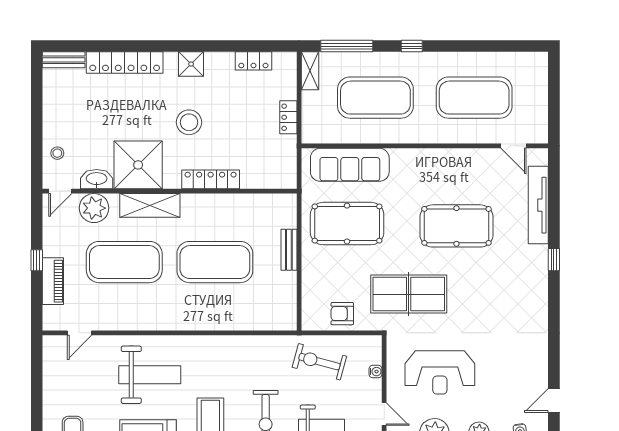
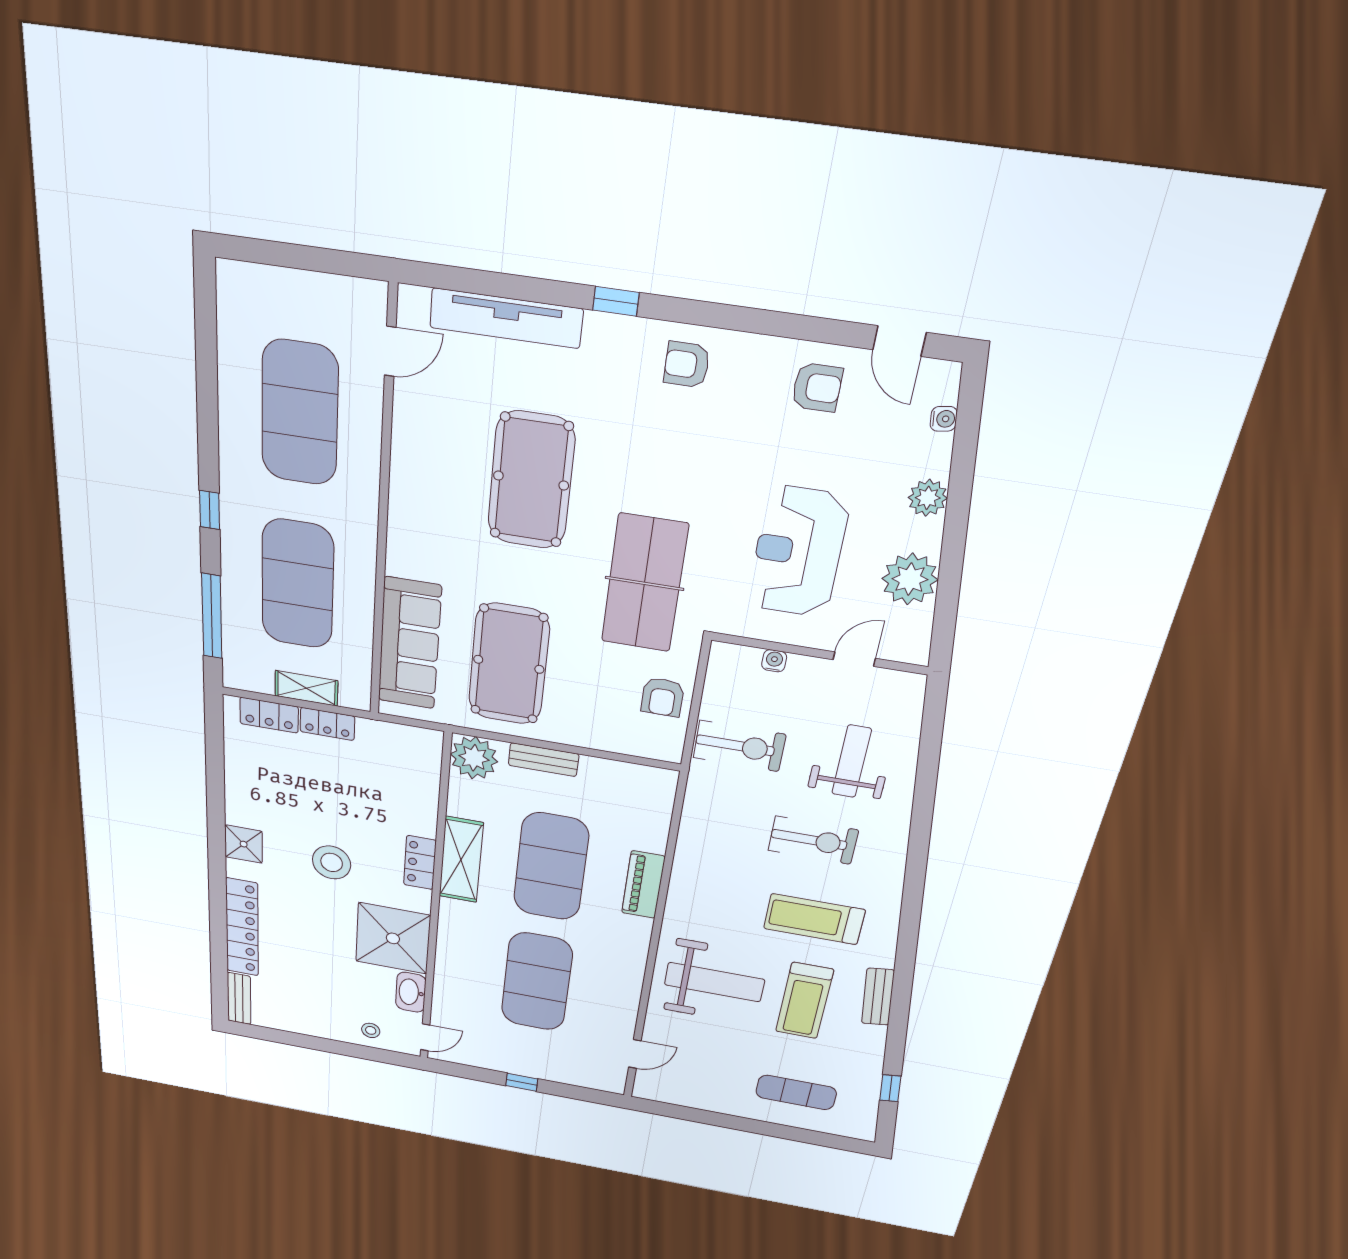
locker: (253, 61) -> (269, 715), moved, turned 90
shelving: (310, 71) -> (306, 688), moved
locker: (211, 179) -> (420, 863), width x0.66
door: (60, 191) -> (425, 1037), hinge flipped
shelving: (150, 205) -> (461, 860), moved
plant: (94, 208) -> (474, 758), moved
piano: (53, 281) -> (643, 885), moved, turned -90
armchair: (528, 299) -> (687, 365), added
door: (80, 333) -> (635, 1054), hinge flipped
exercise bike: (319, 362) -> (739, 746), turned -105
armchair: (526, 365) -> (817, 387), added
reception desk: (440, 372) -> (798, 552), turned 180
weight bench: (150, 375) -> (714, 982), turned 90

